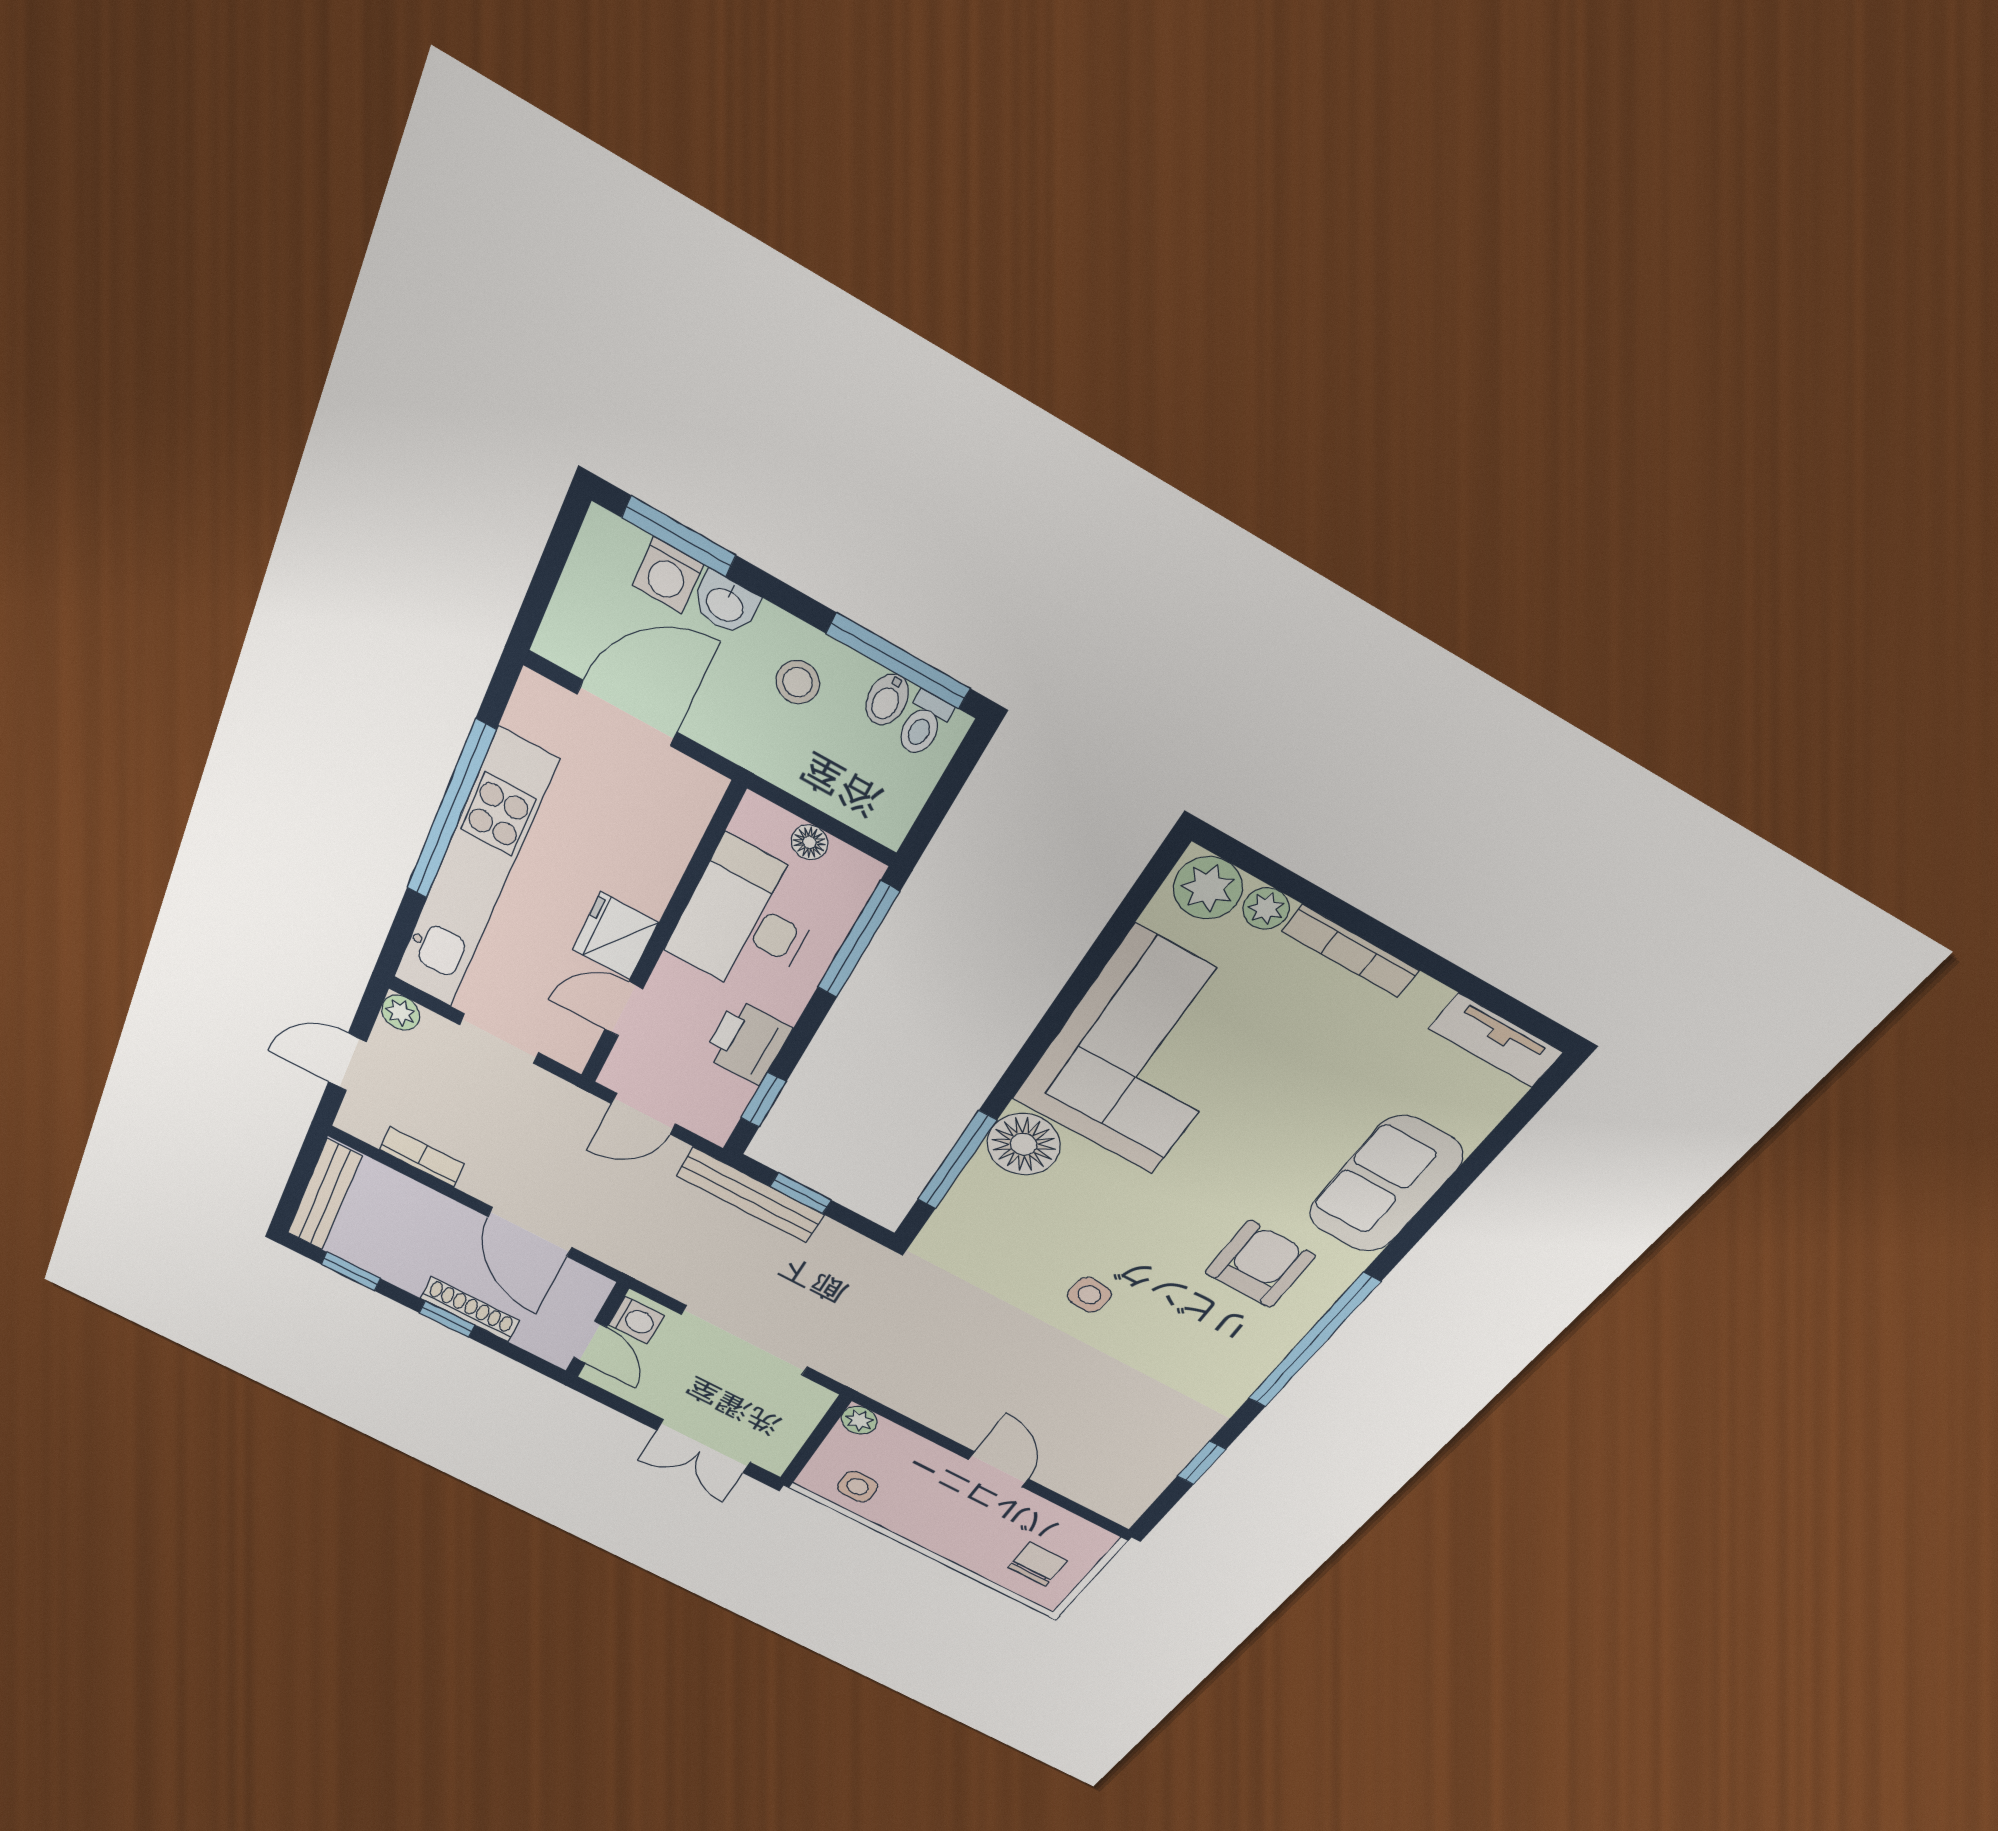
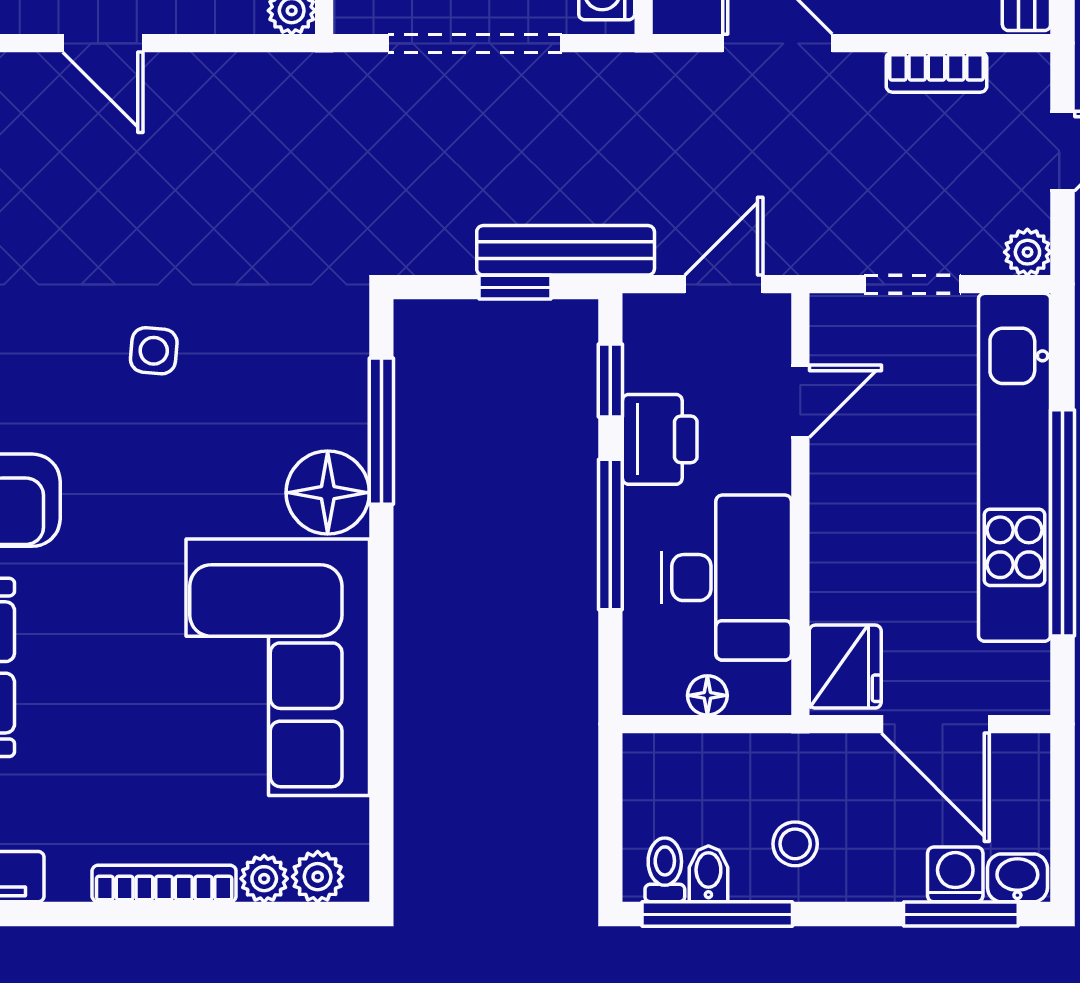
washbasin: (725, 604) -> (1017, 878), moved
door: (627, 713) -> (935, 724), hinge flipped
plant: (1208, 888) -> (318, 877), width x0.73, depth x0.73
fridge: (615, 936) -> (845, 667), moved
window: (858, 940) -> (610, 535), moved

